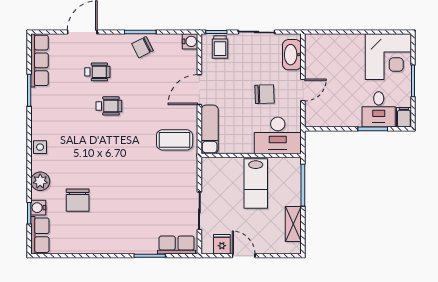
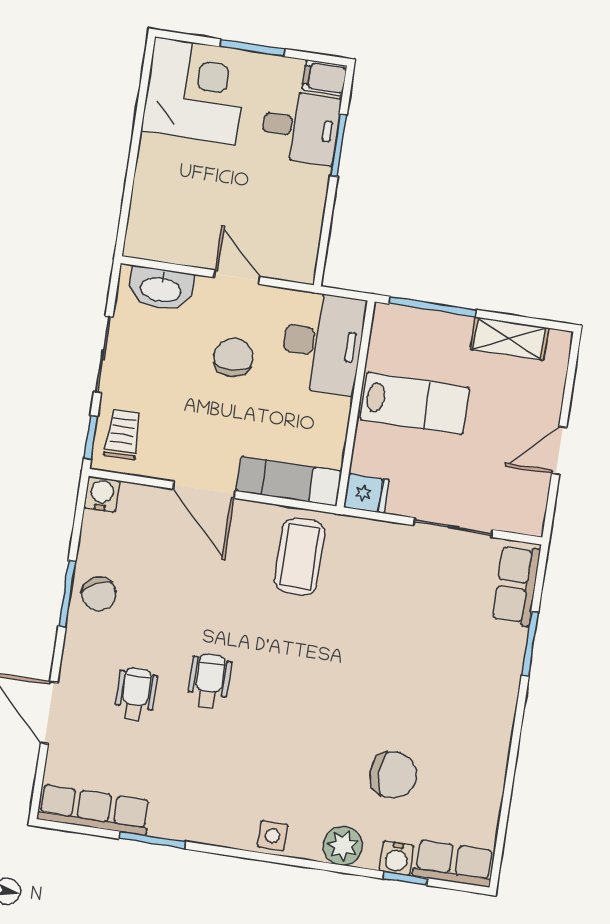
trolley: (220, 47) -> (123, 434), turned -90
fridge: (222, 244) -> (366, 493), moved, turned 180

